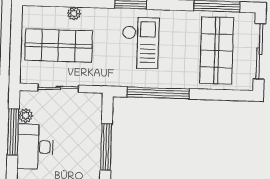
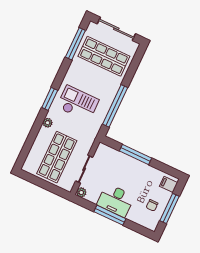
plant: (74, 13) -> (48, 123), moved
plant: (26, 116) -> (81, 192), moved
window: (13, 132) -> (110, 215), moved

